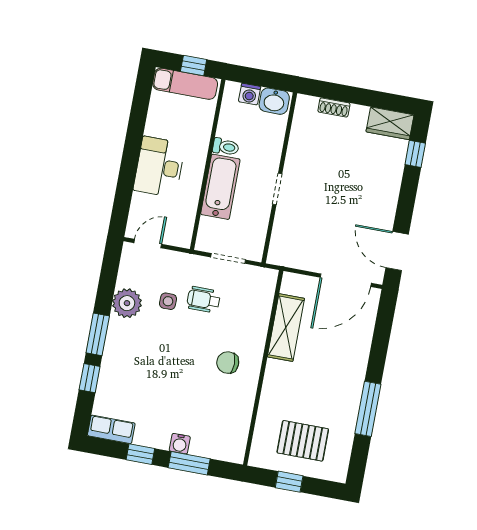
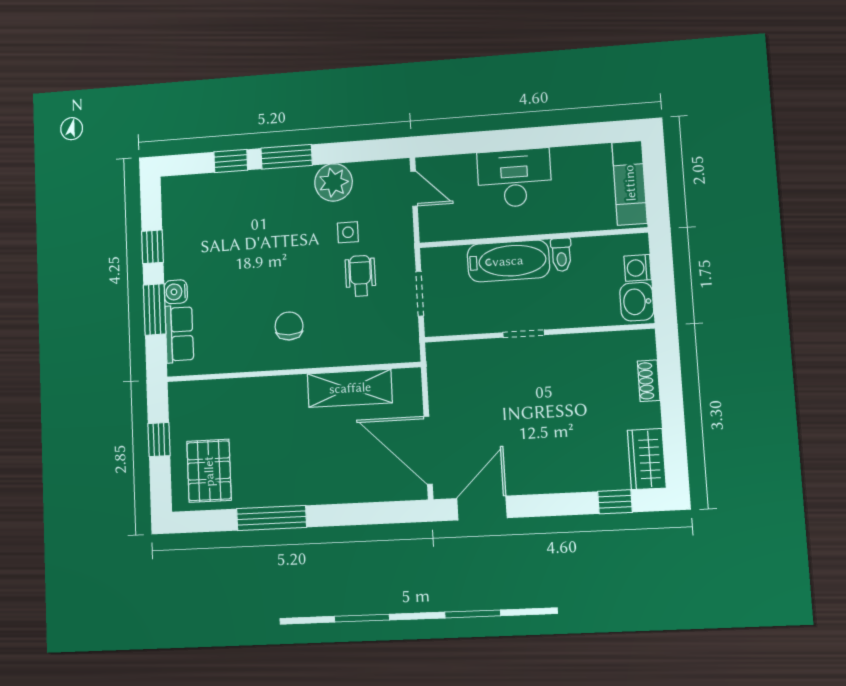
window: (194, 65) -> (656, 187), removed
row of seats: (111, 429) -> (179, 334), moved
pallet: (303, 441) -> (209, 471), moved

